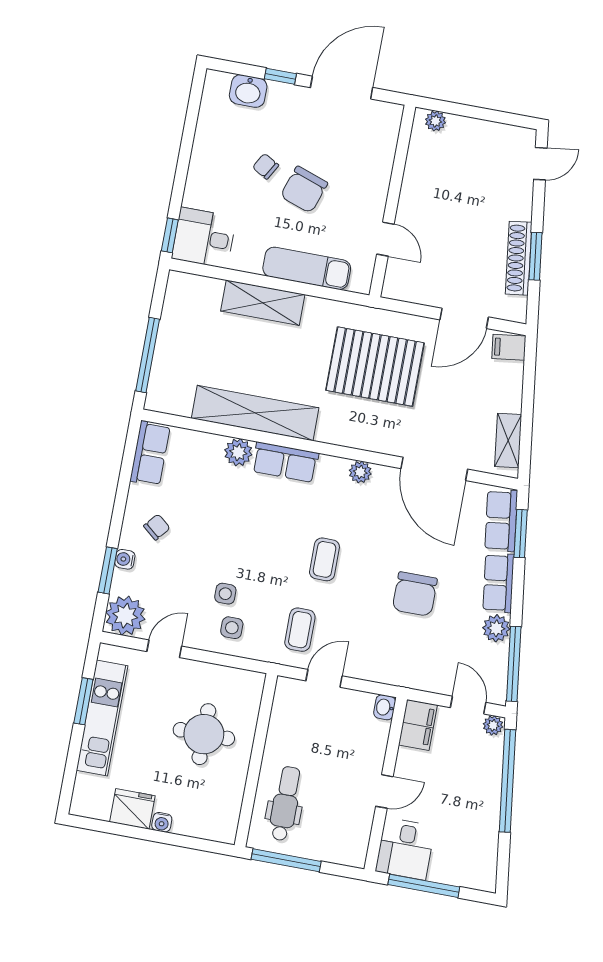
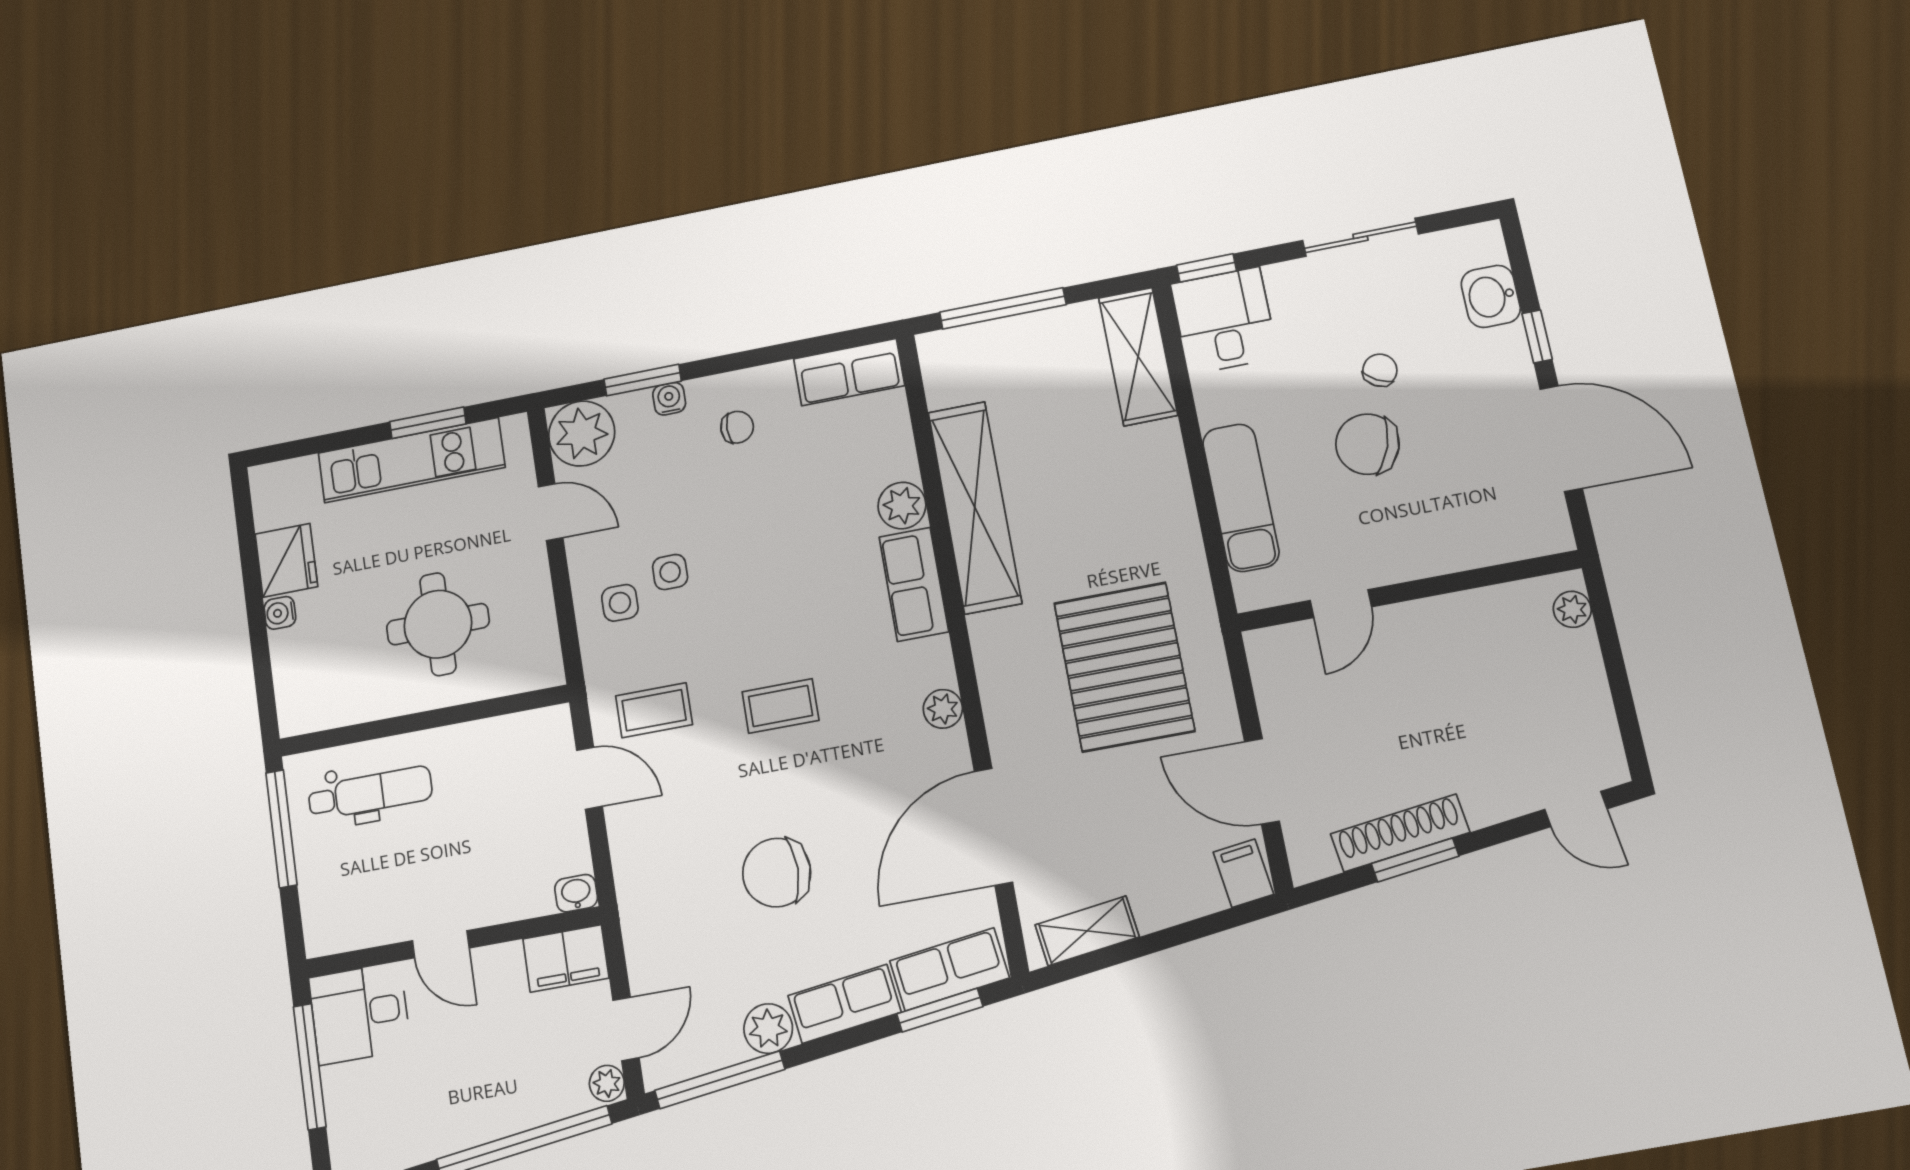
sliding door: (186, 146) -> (1360, 237), added
shelving: (263, 303) -> (1138, 356), moved
chair: (157, 527) -> (737, 427), turned -40

